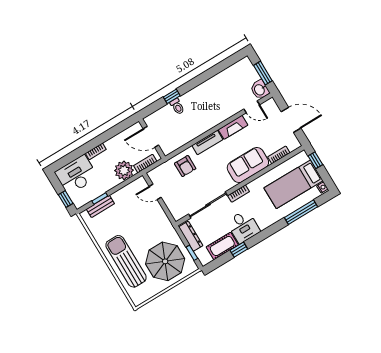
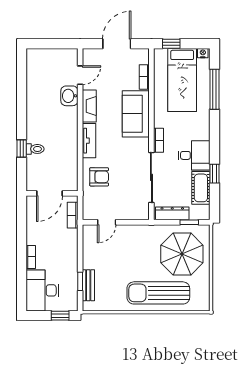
window: (263, 73) -> (53, 44), removed
washbasin: (260, 90) -> (69, 96), moved, turned 90
plant: (124, 170) -> (67, 240), removed

